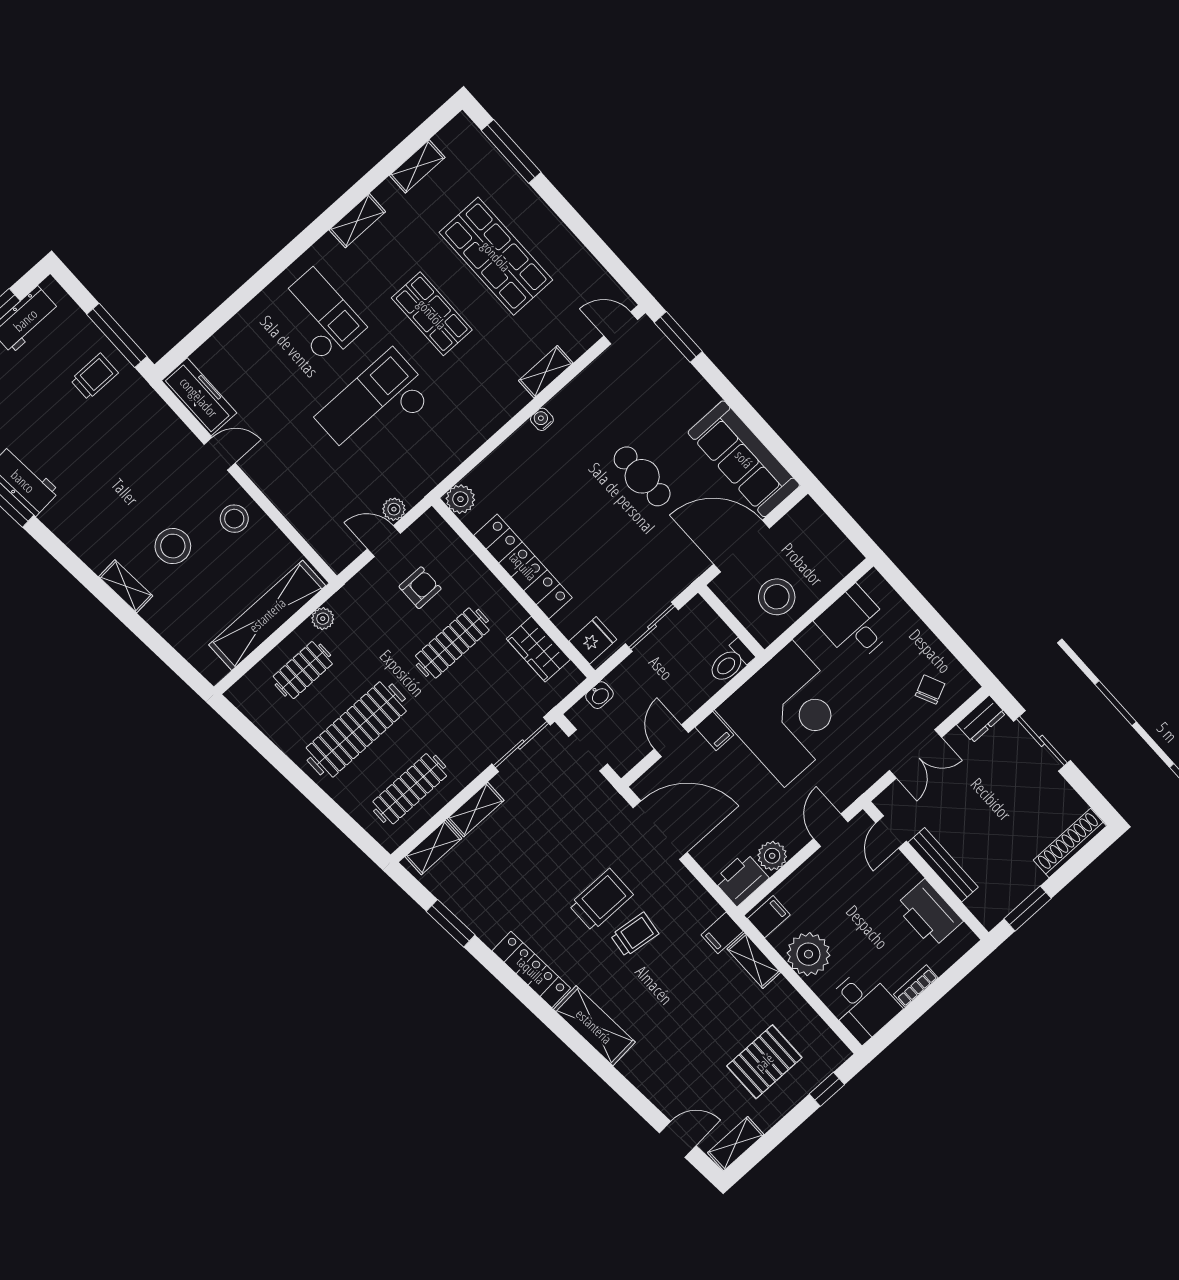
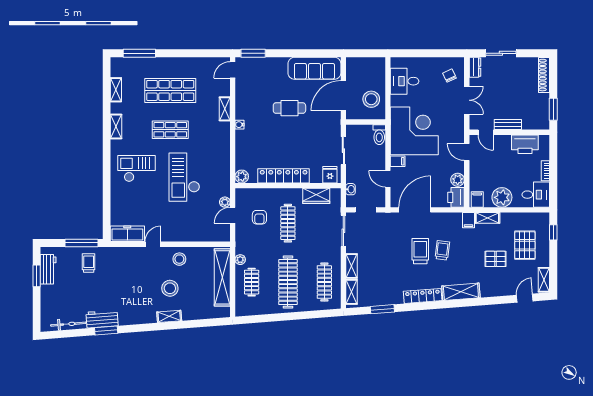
armchair: (420, 588) -> (259, 217), turned 180
bench: (943, 865) -> (508, 125), width x0.73
pallet: (699, 1034) -> (495, 259), added

